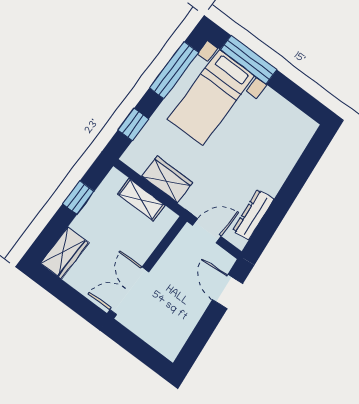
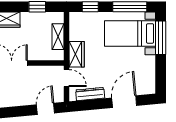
door: (299, 176) -> (124, 102), added
wardrobe: (167, 179) -> (77, 54), moved

